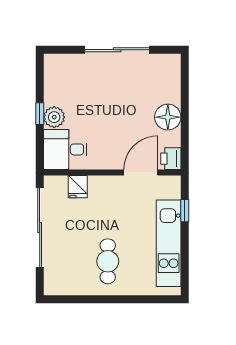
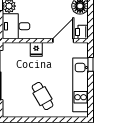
fridge: (78, 187) -> (36, 49), moved
cafe table: (108, 261) -> (43, 96), turned -30

